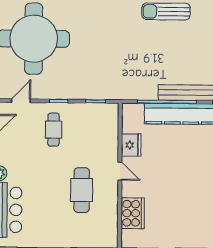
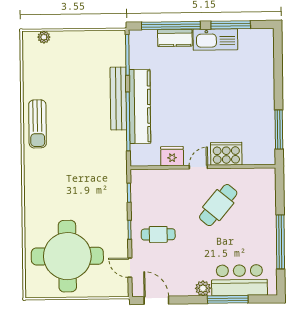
cafe table: (82, 190) -> (218, 205), turned -50
cooker: (133, 213) -> (226, 154), moved

